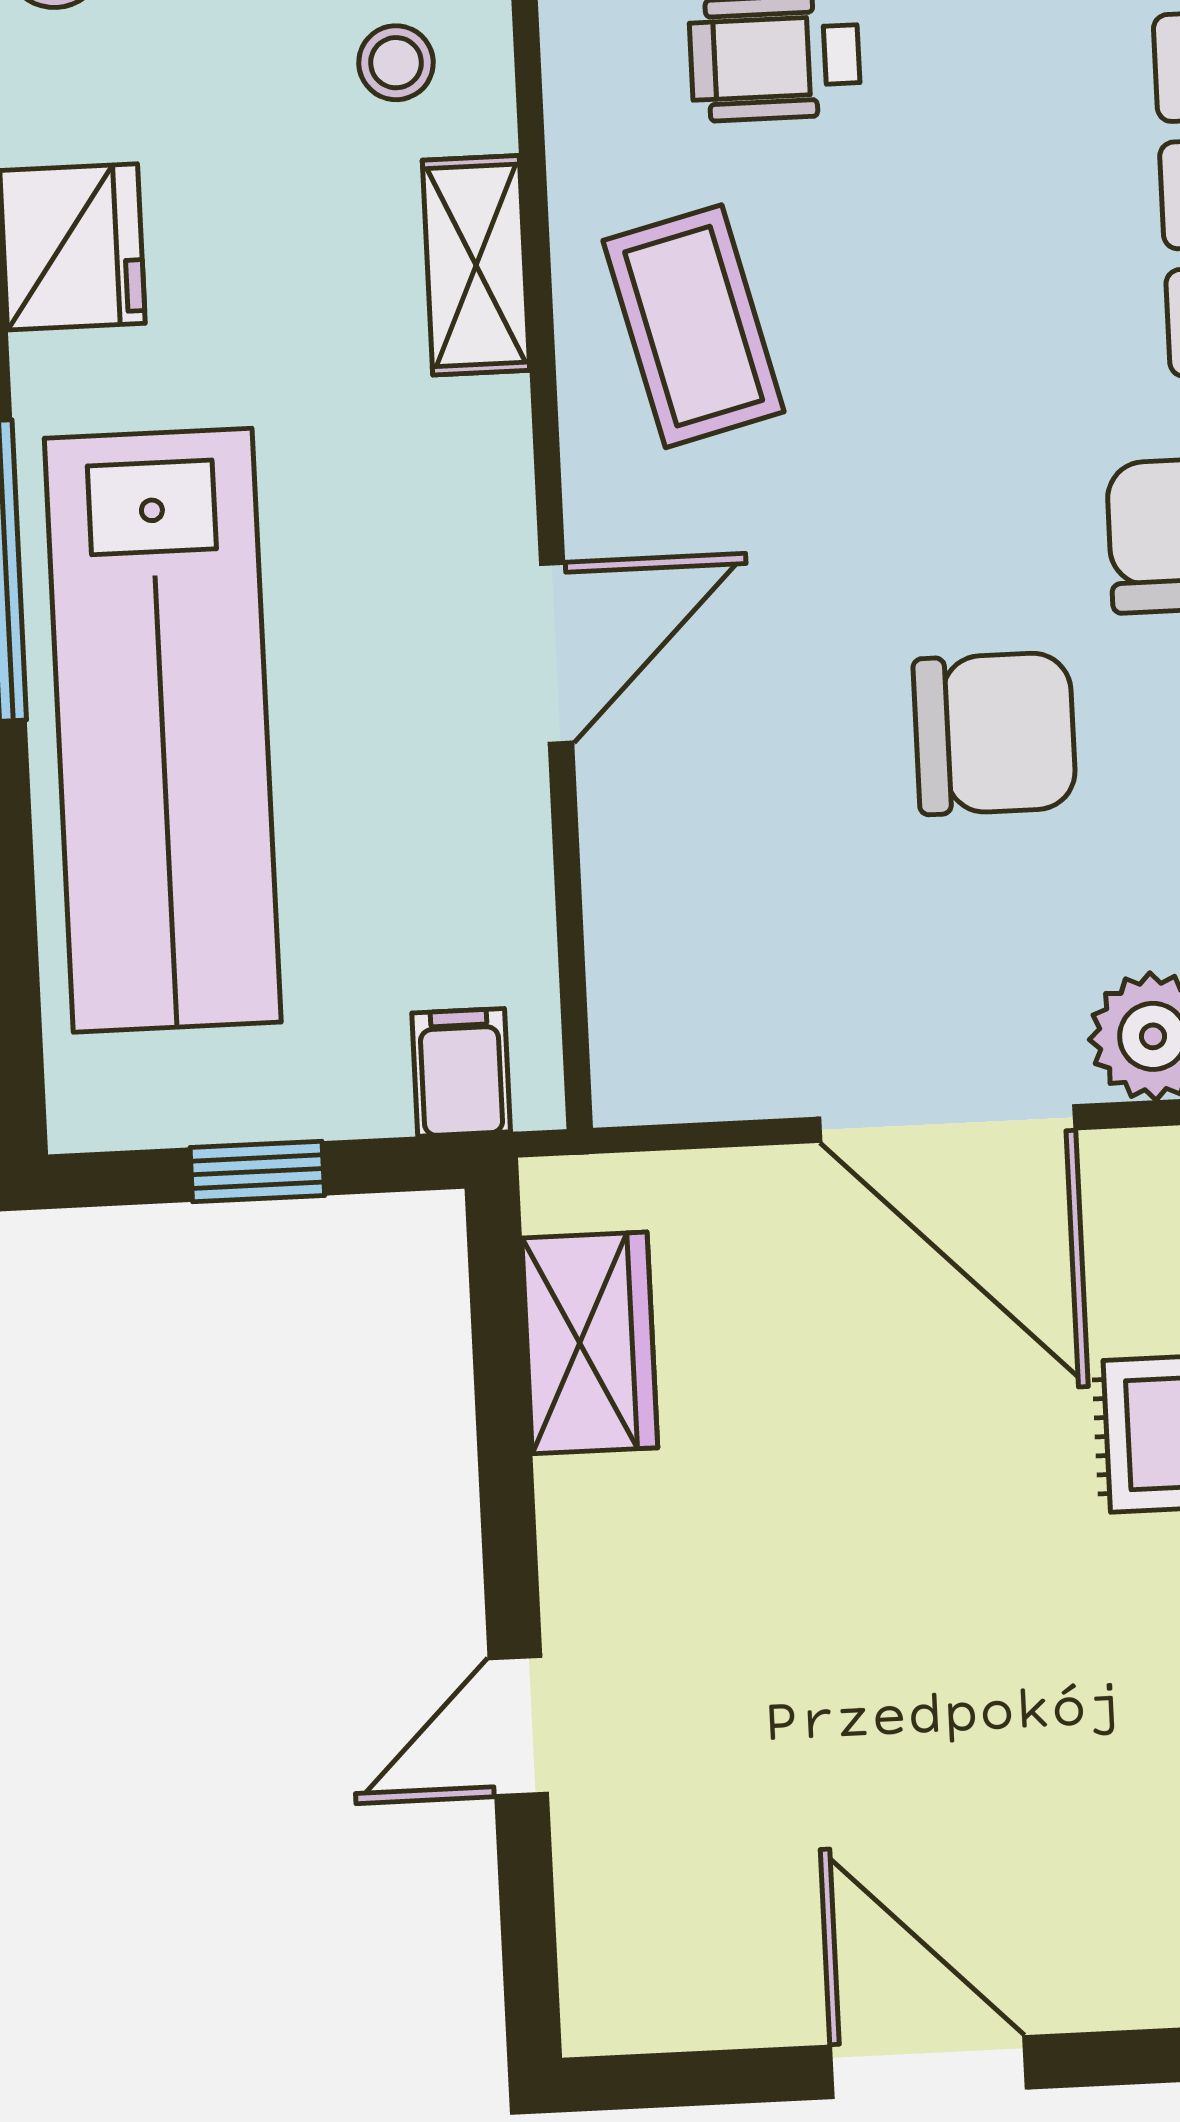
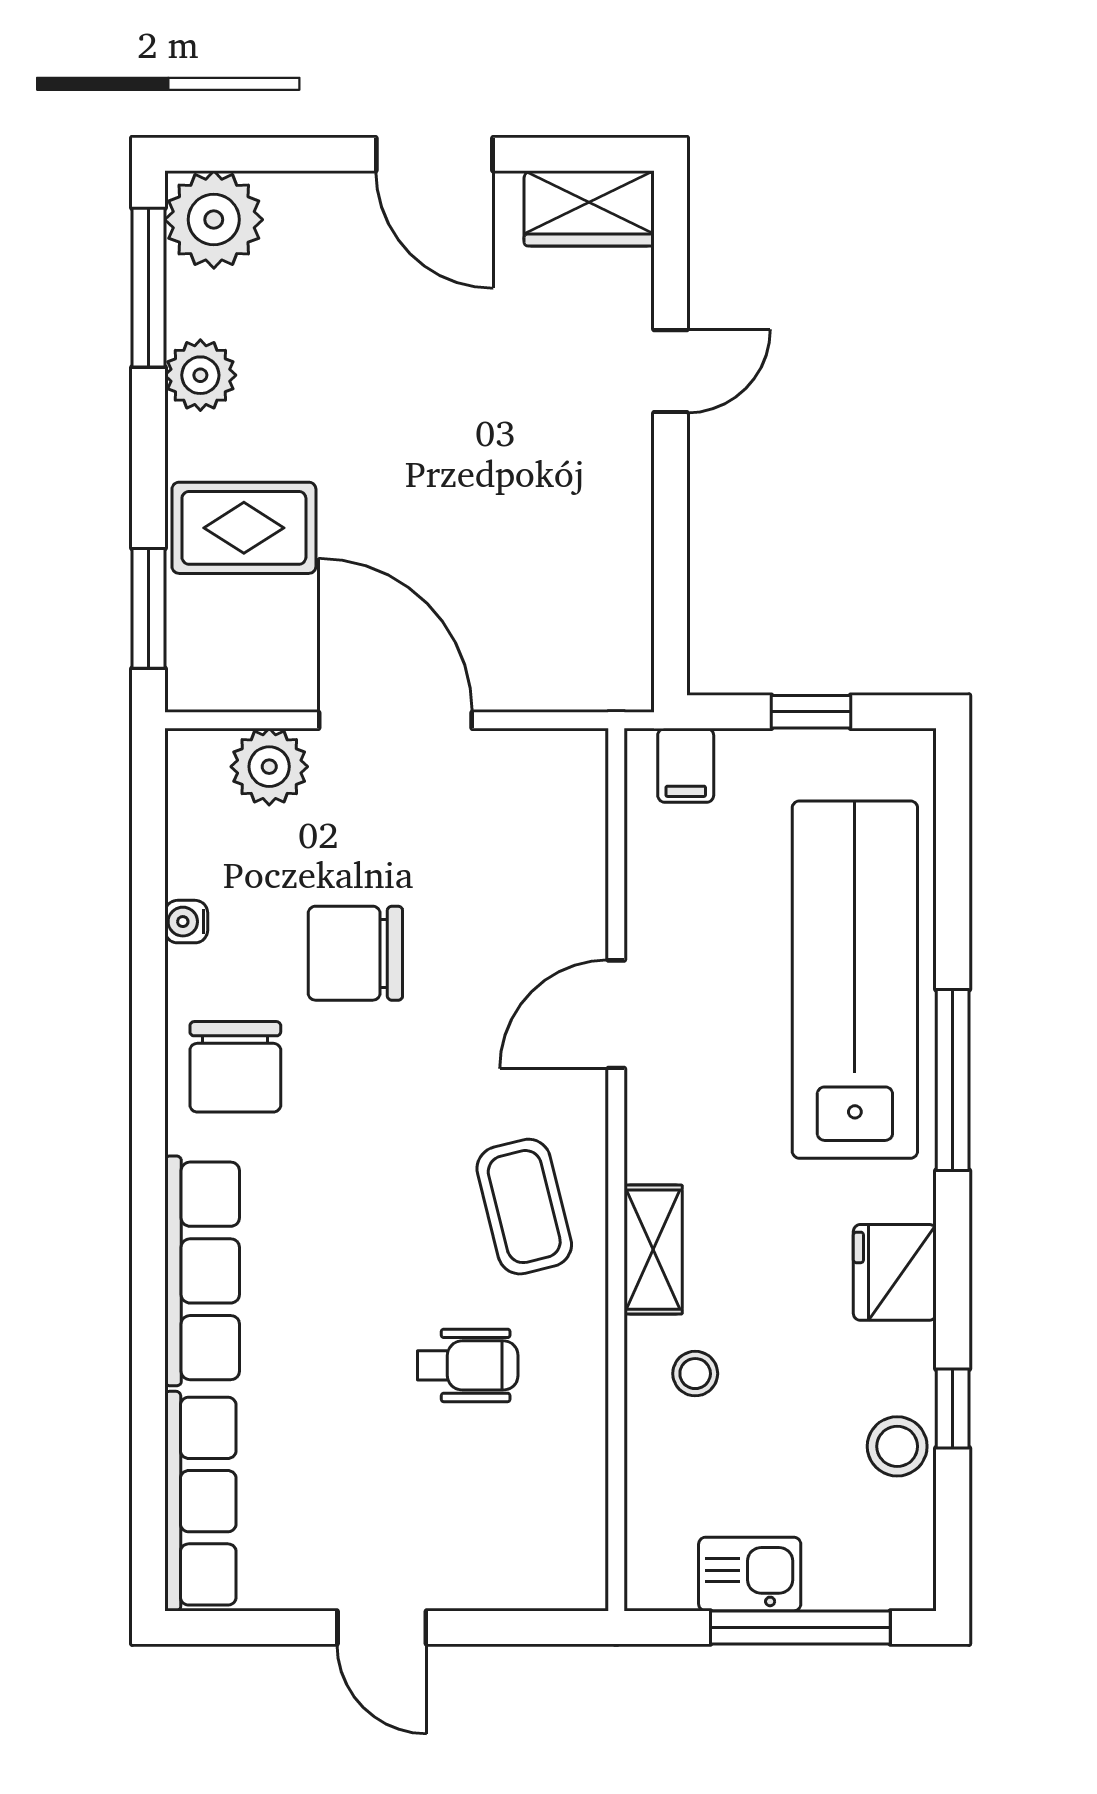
wardrobe: (590, 1343) -> (589, 208), moved, turned -90

